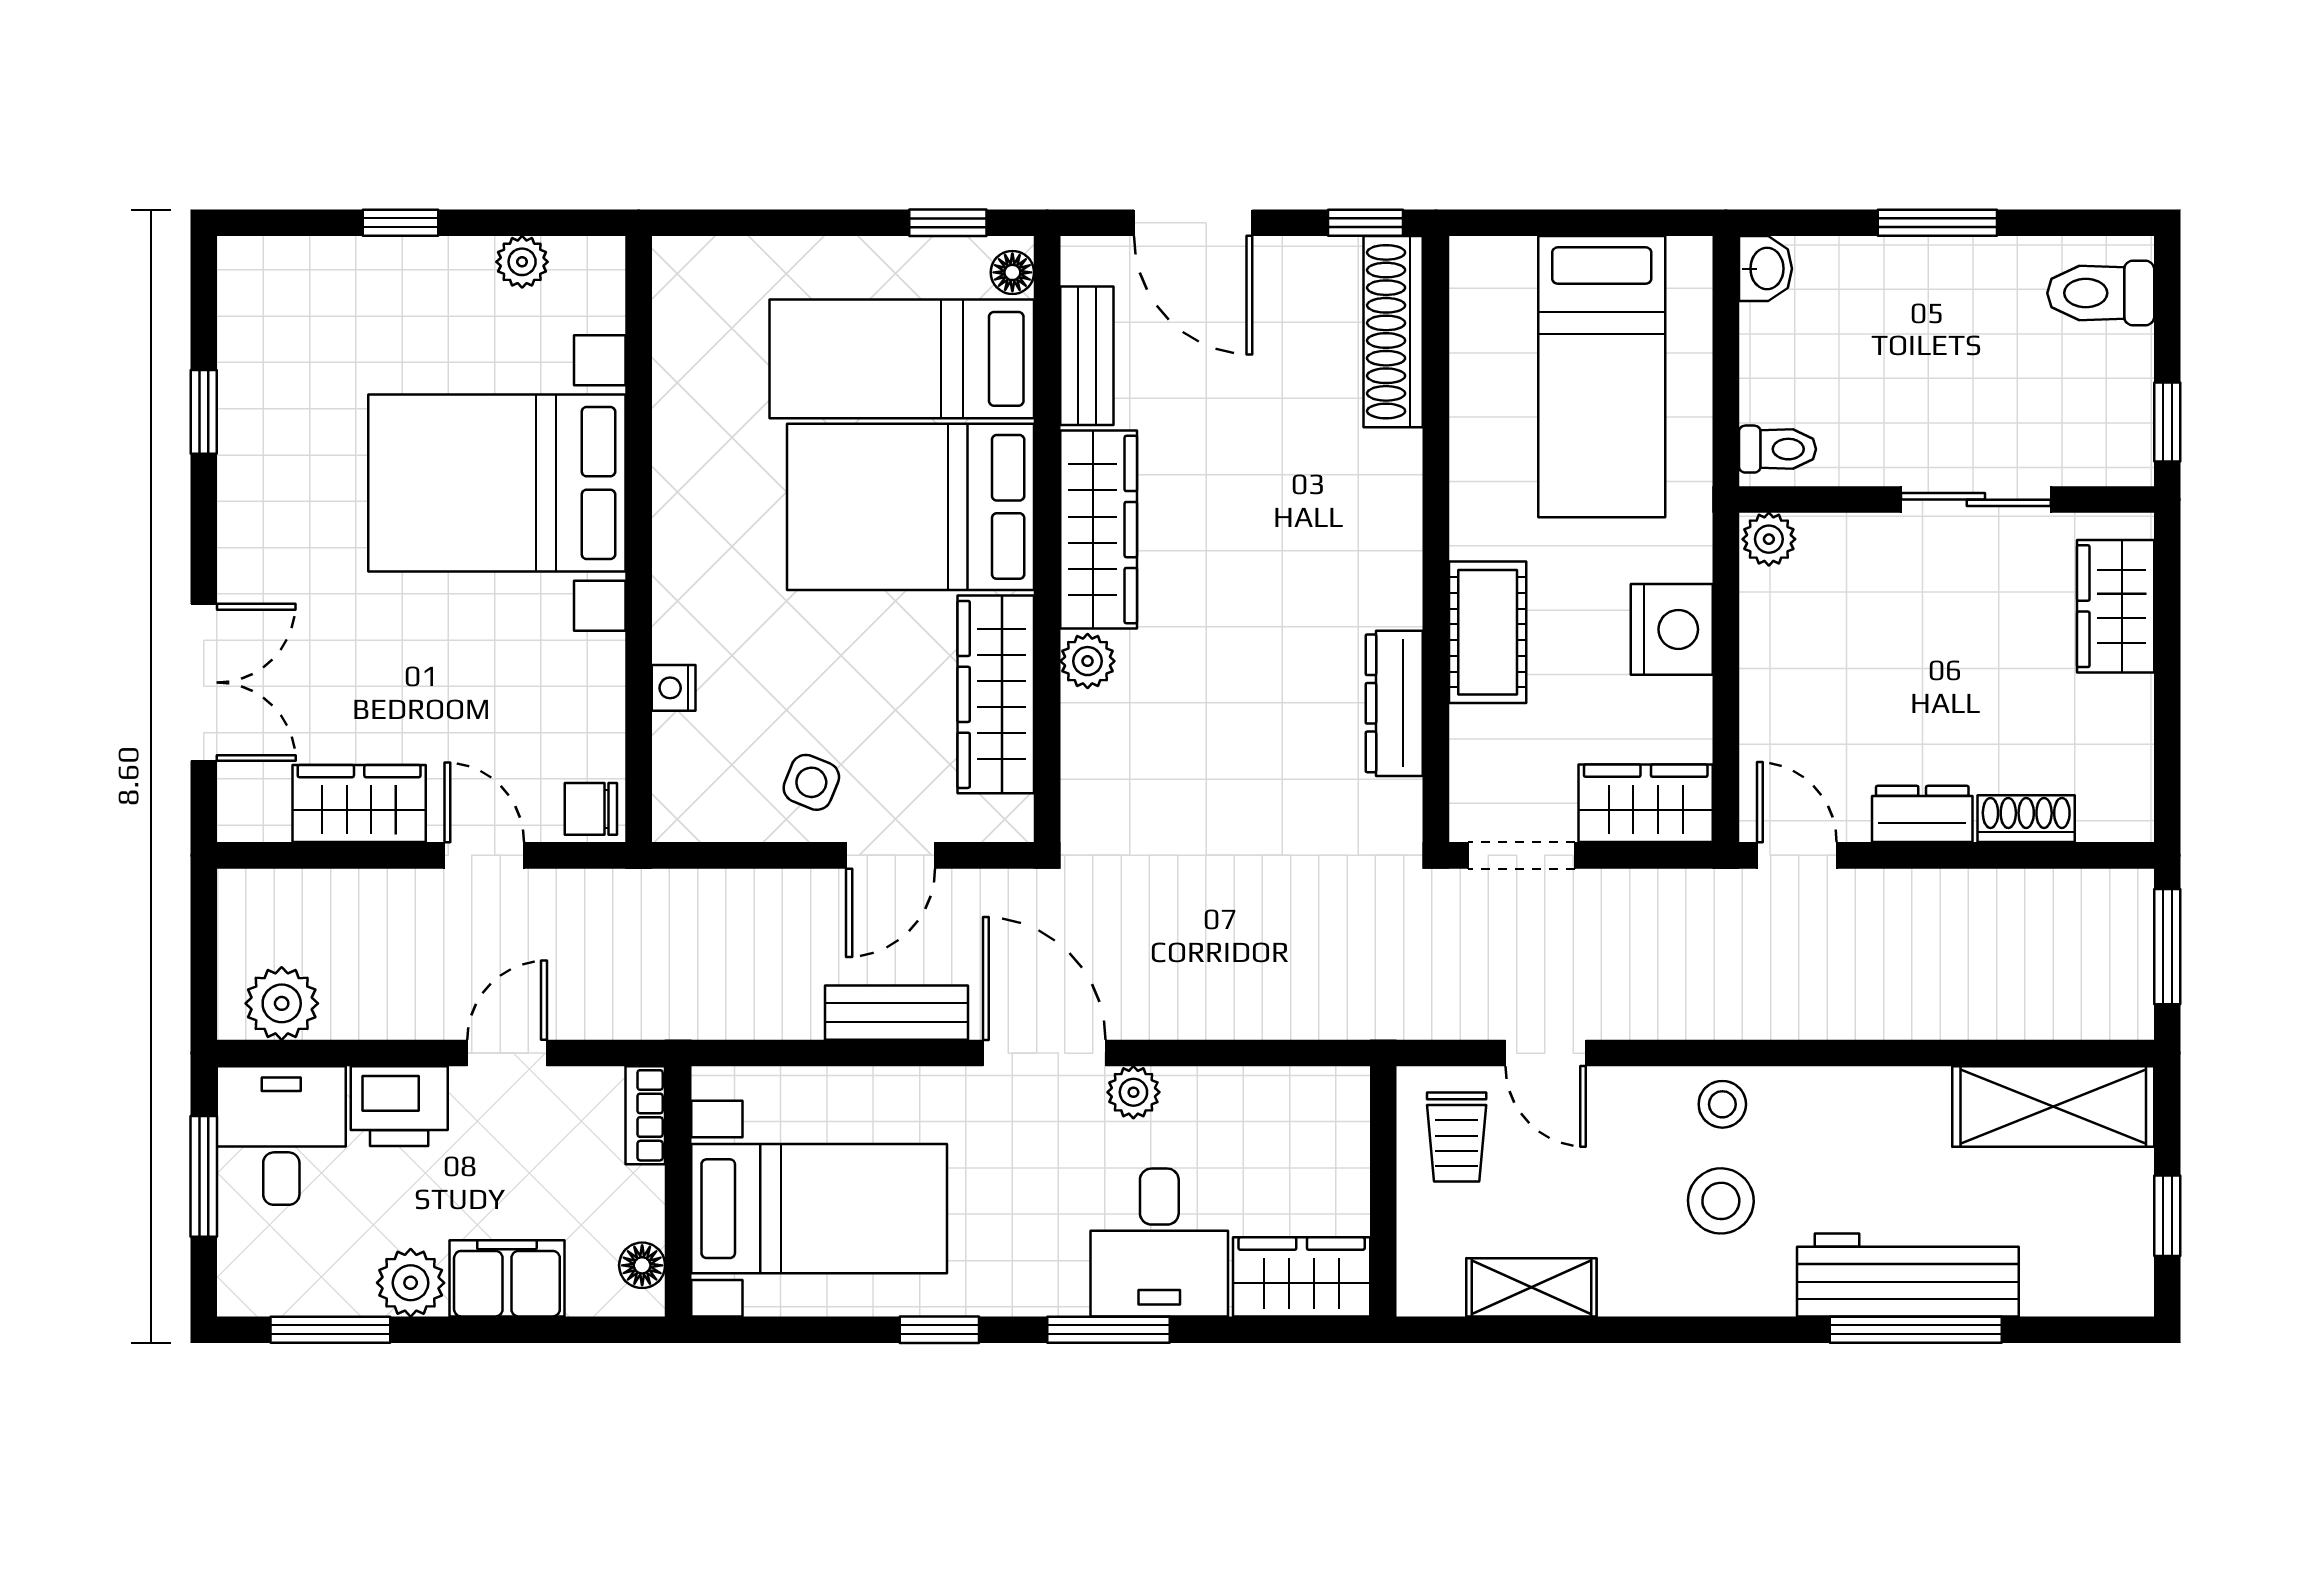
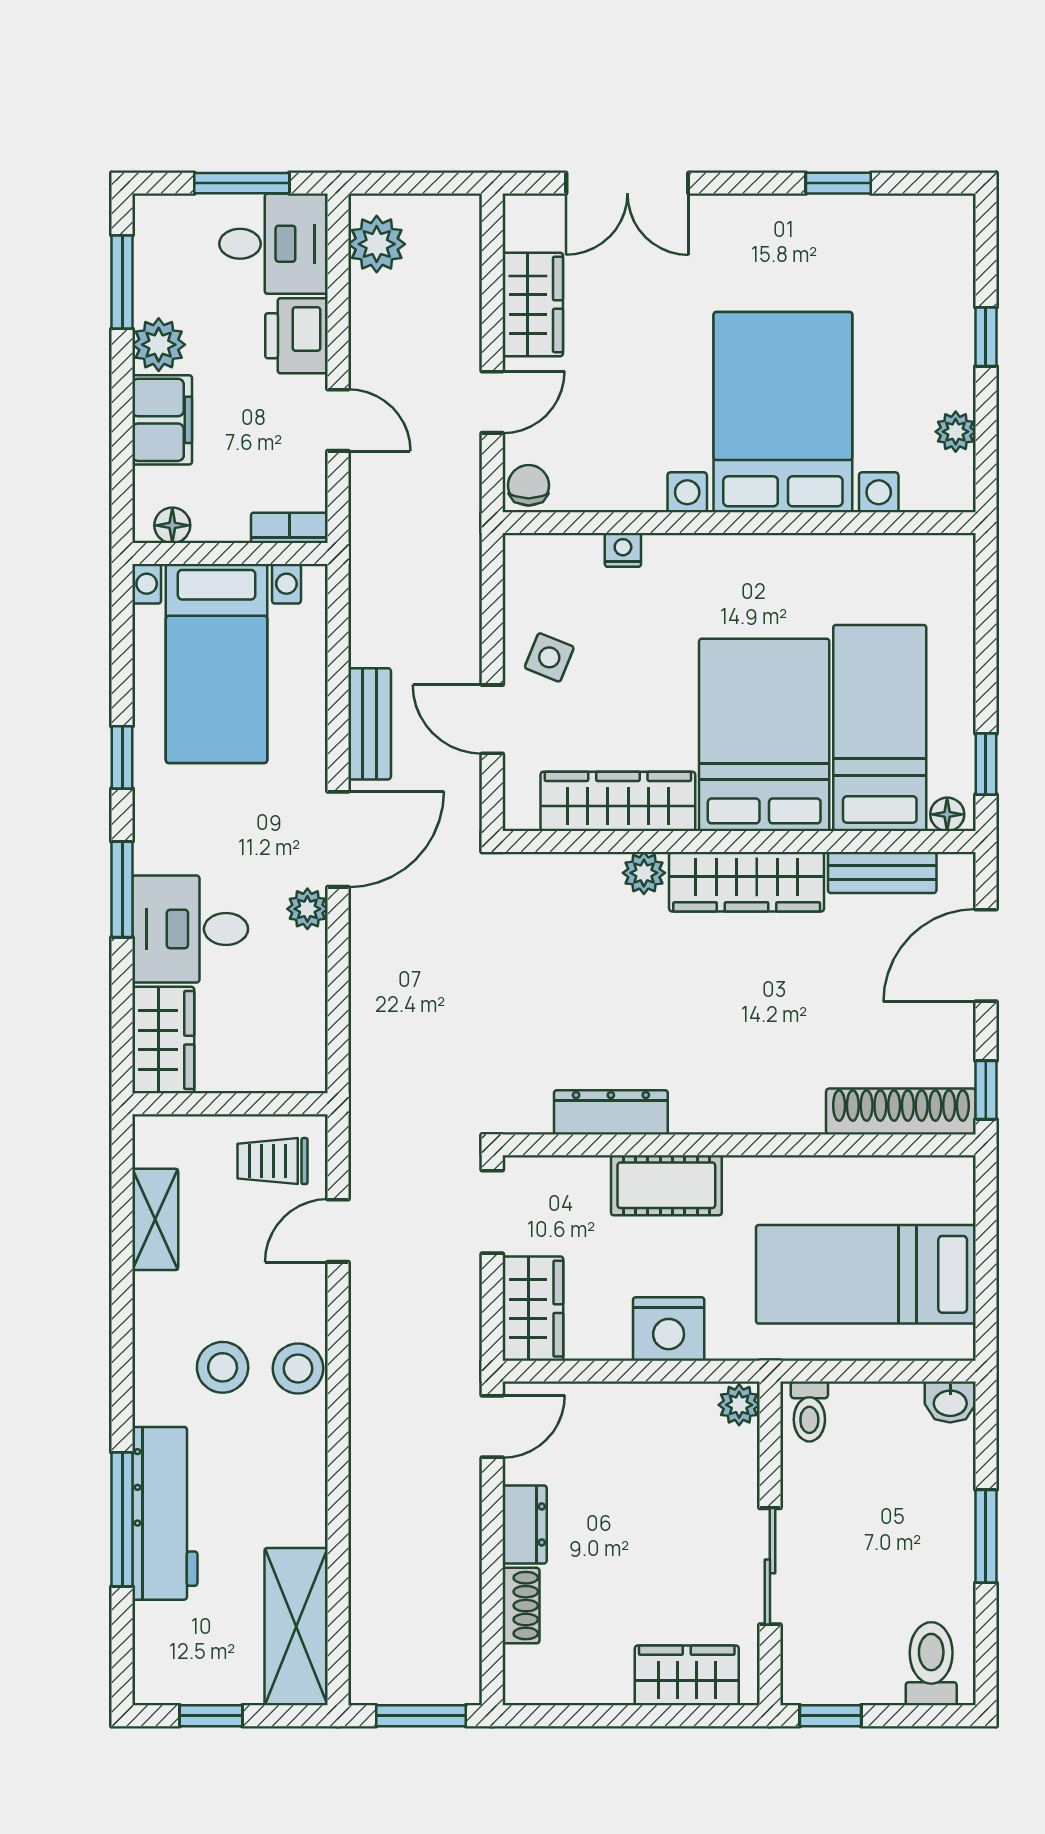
stool: (1722, 1104) -> (298, 1368), width x1.37, depth x1.37

